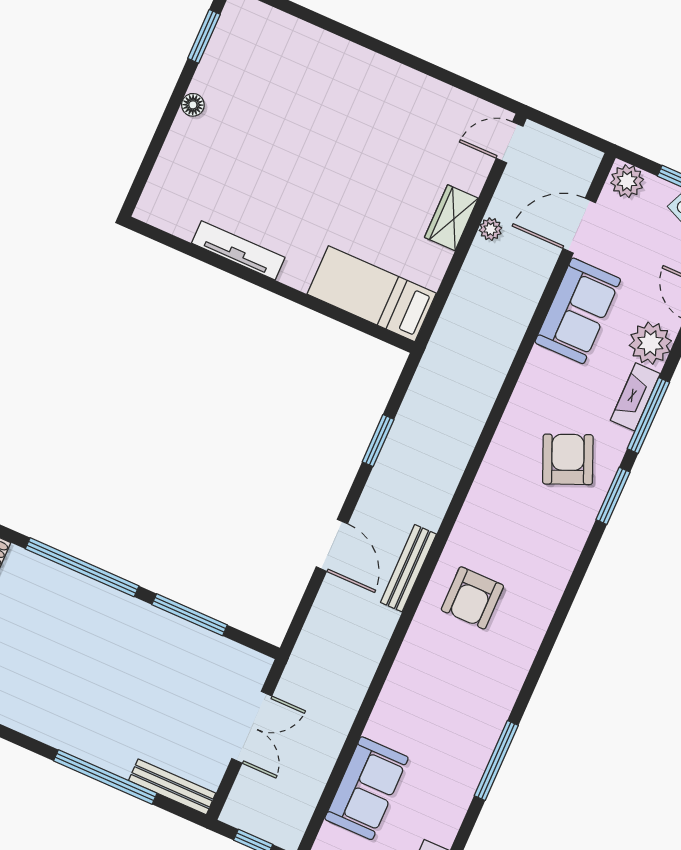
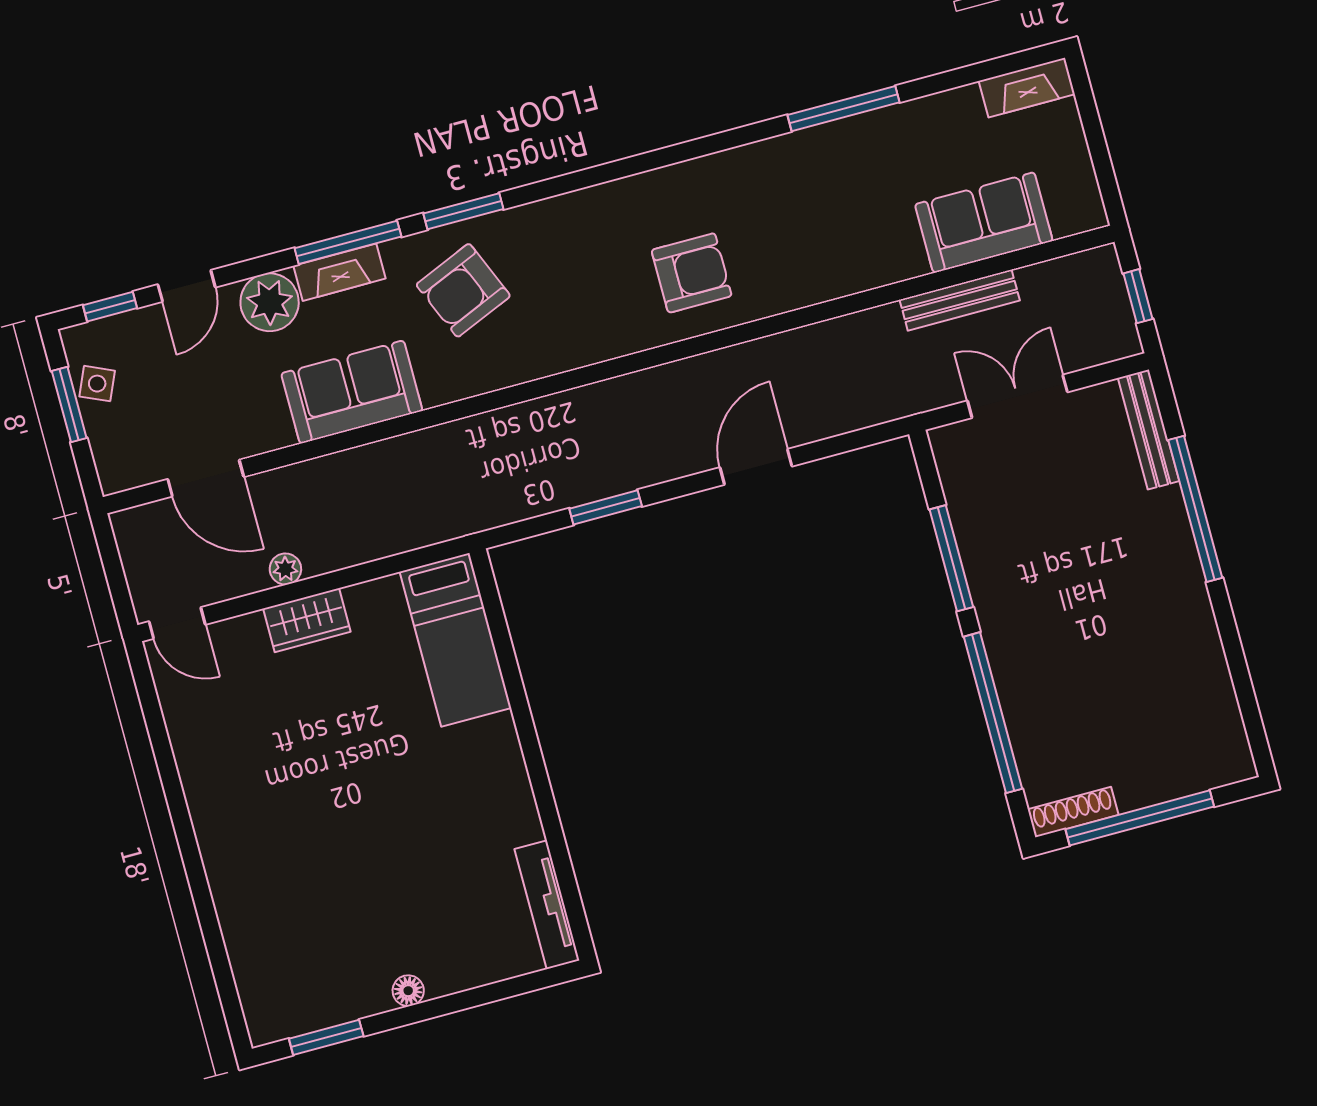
plant: (627, 181) -> (118, 465), removed
tv unit: (238, 250) -> (547, 905), moved
sofa: (578, 311) -> (352, 392), moved
bench: (408, 568) -> (960, 300), moved

